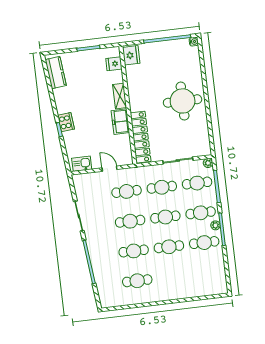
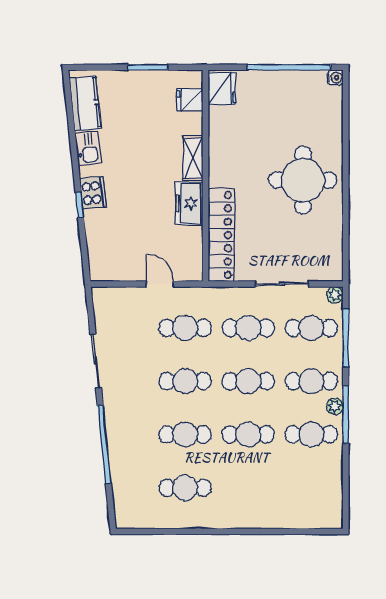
kitchen sink: (82, 164) -> (88, 148), moved, turned 84

